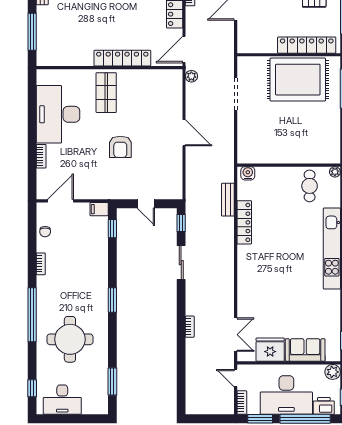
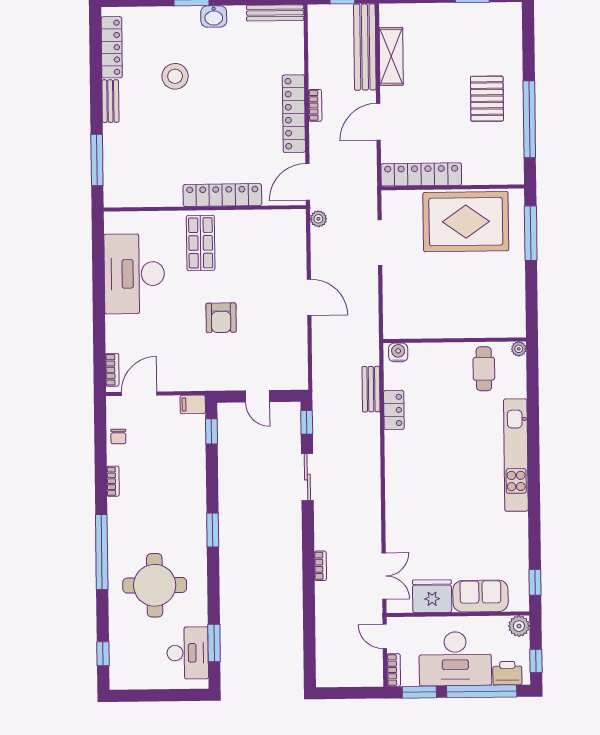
locker: (307, 45) -> (421, 174), moved
bookcase: (41, 156) -> (112, 370), moved
locker: (244, 222) -> (394, 410), width x0.66
desk: (62, 400) -> (188, 653), moved, turned -90

